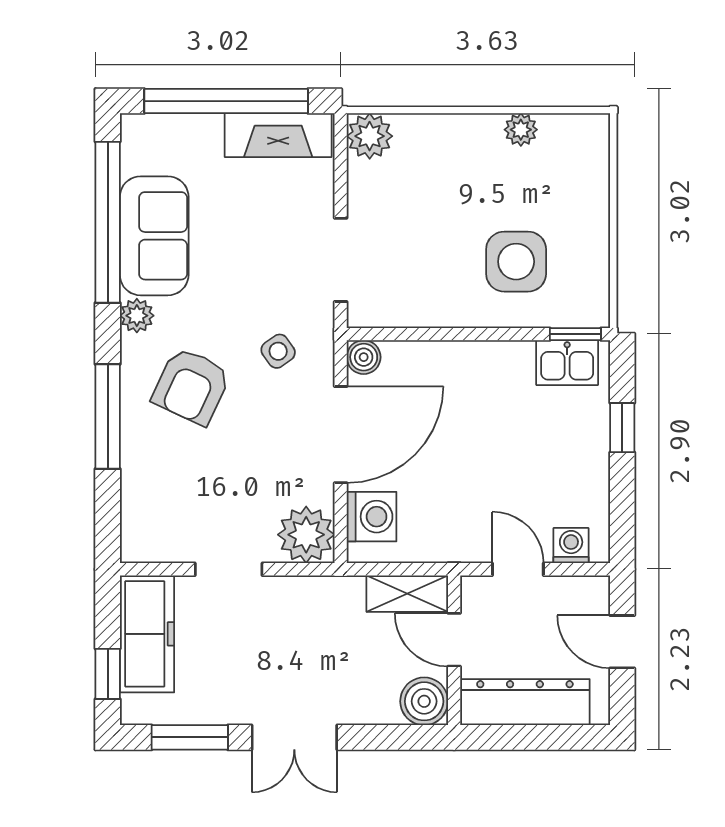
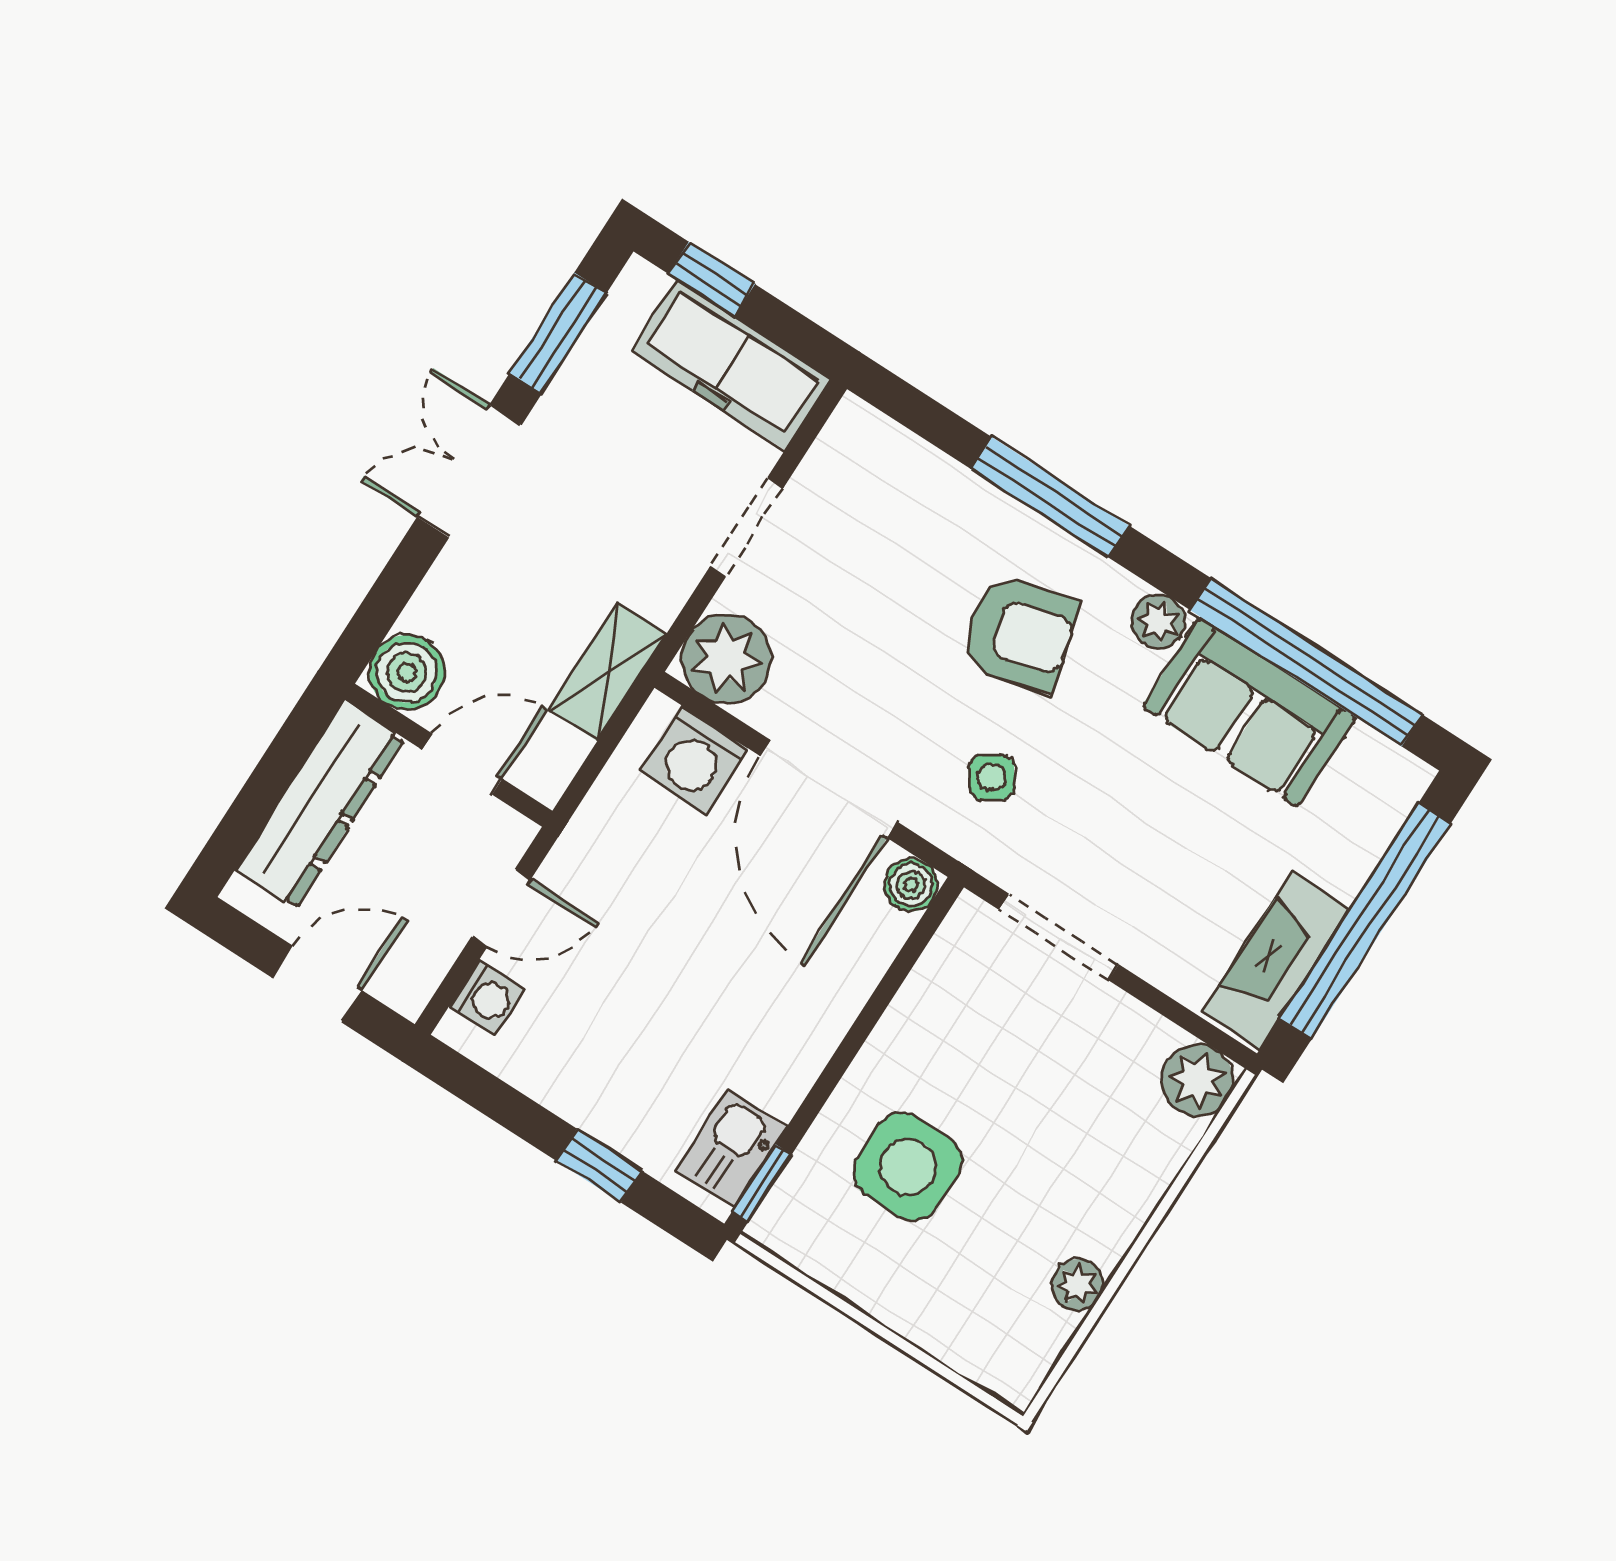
armchair: (191, 386) -> (1019, 633), turned 140
shelving: (407, 594) -> (608, 672), moved

